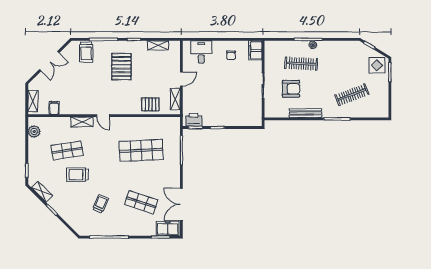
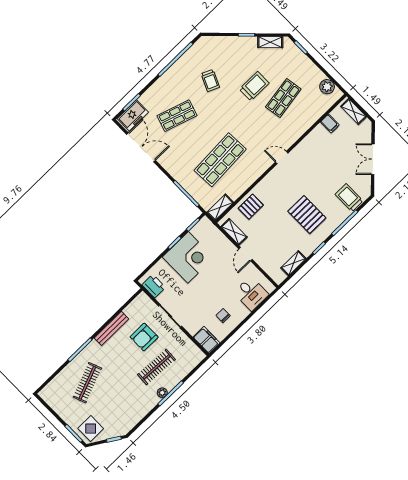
corner desk: (218, 111) -> (188, 257), added
printer: (194, 120) -> (154, 286), moved, turned -90
shelving: (82, 122) -> (220, 207), moved

